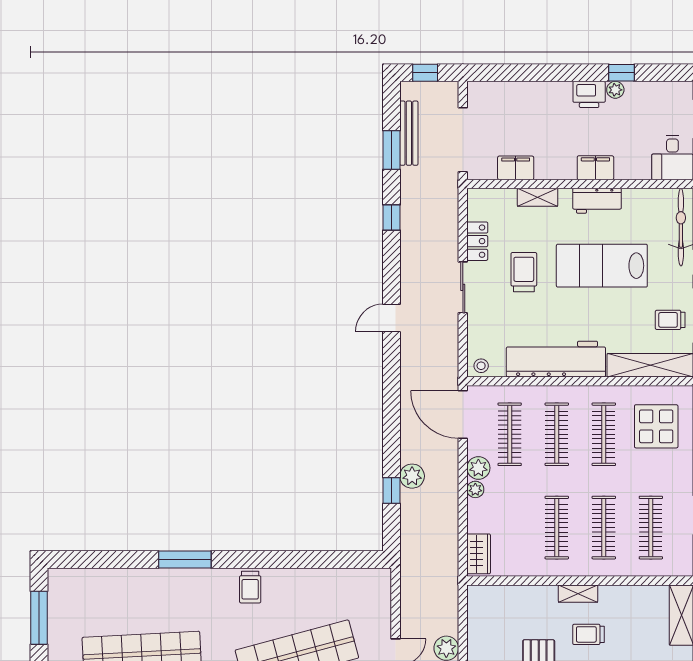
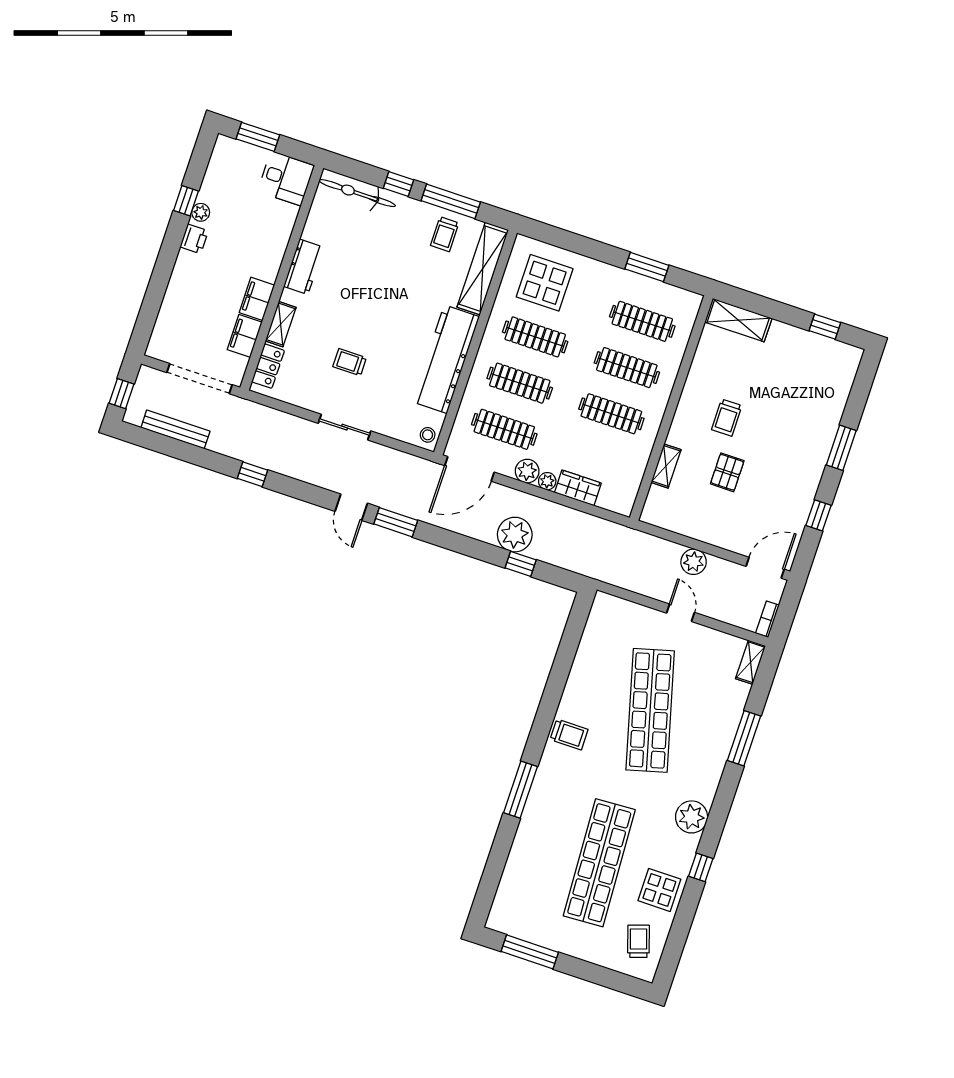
printer: (589, 94) -> (194, 239), width x0.73, depth x0.81
window: (391, 150) -> (396, 522), moved
filing cabinet: (595, 168) -> (257, 299), moved
locker: (477, 241) -> (268, 366), moved, turned 90
lab bench: (602, 266) -> (369, 283), removed
trolley: (524, 272) -> (350, 362), width x0.73, depth x0.72
plant: (412, 476) -> (515, 535), width x1.36, depth x1.36
wardrobe: (479, 554) -> (578, 488), moved
shelving: (578, 594) -> (666, 466), moved

